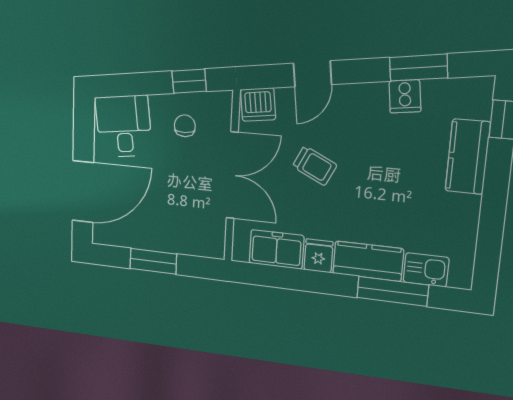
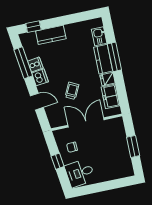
window: (419, 68) -> (23, 63), width x1.44
window: (189, 81) -> (58, 161), moved
dishwasher: (258, 104) -> (40, 77), moved
door: (83, 192) -> (113, 184), removed
window: (393, 291) -> (114, 57), moved

